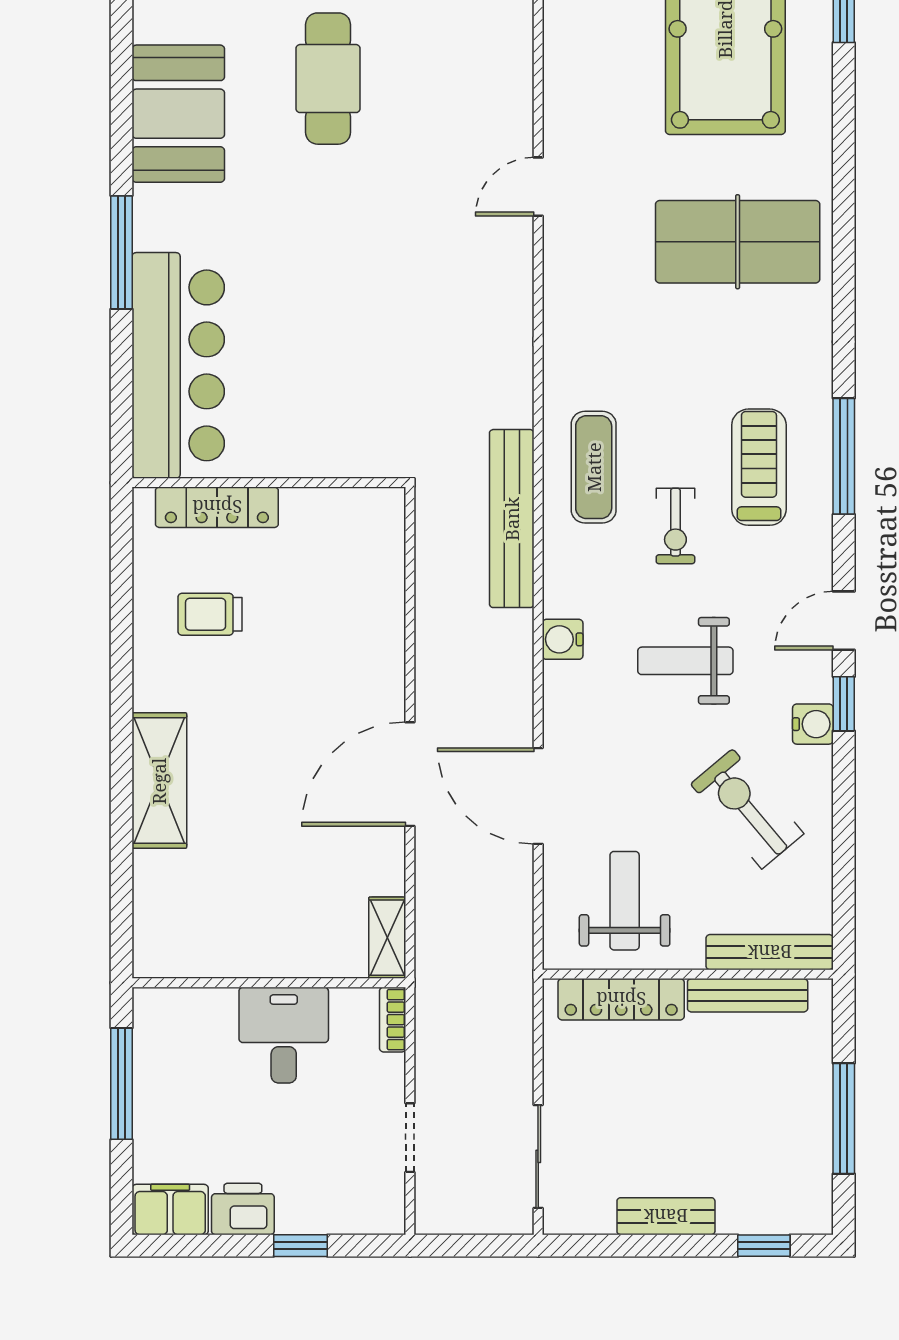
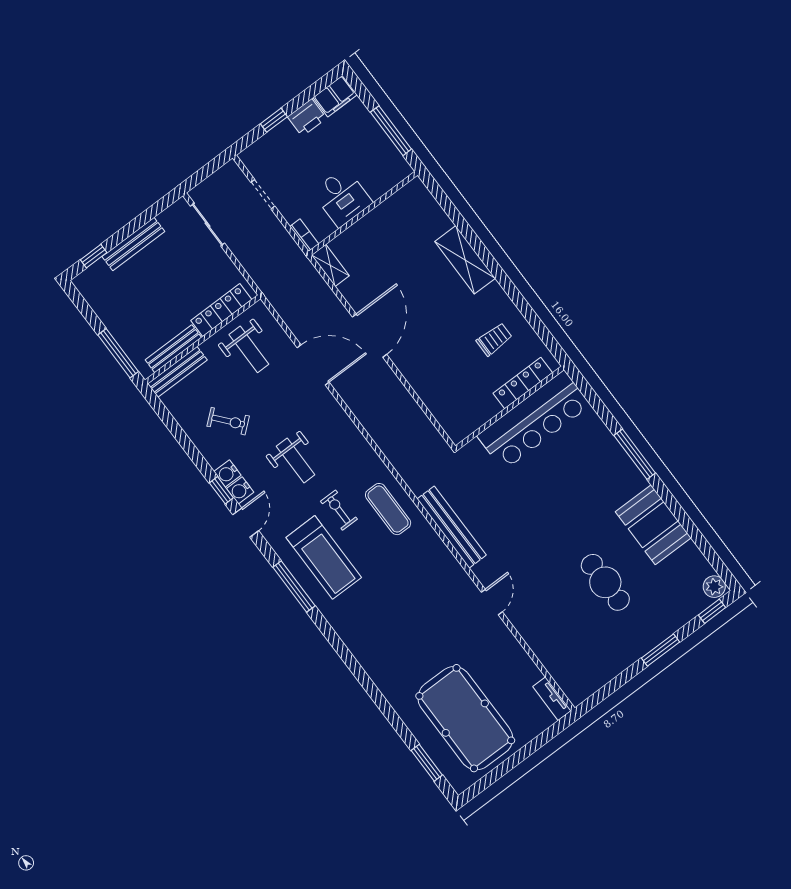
table tennis table: (738, 242) -> (398, 639), removed
bar counter: (178, 365) -> (534, 420), moved, turned -90
treadmill: (759, 467) -> (324, 557), width x1.37, depth x1.38
bench: (512, 519) -> (452, 527), moved
water cooler: (563, 639) -> (240, 490), moved, turned 180
weight bench: (685, 661) -> (296, 461), turned 90
exercise bike: (747, 809) -> (228, 421), width x0.73, depth x0.72
window: (844, 1118) -> (118, 353), moved
bench: (666, 1216) -> (133, 244), width x1.36

